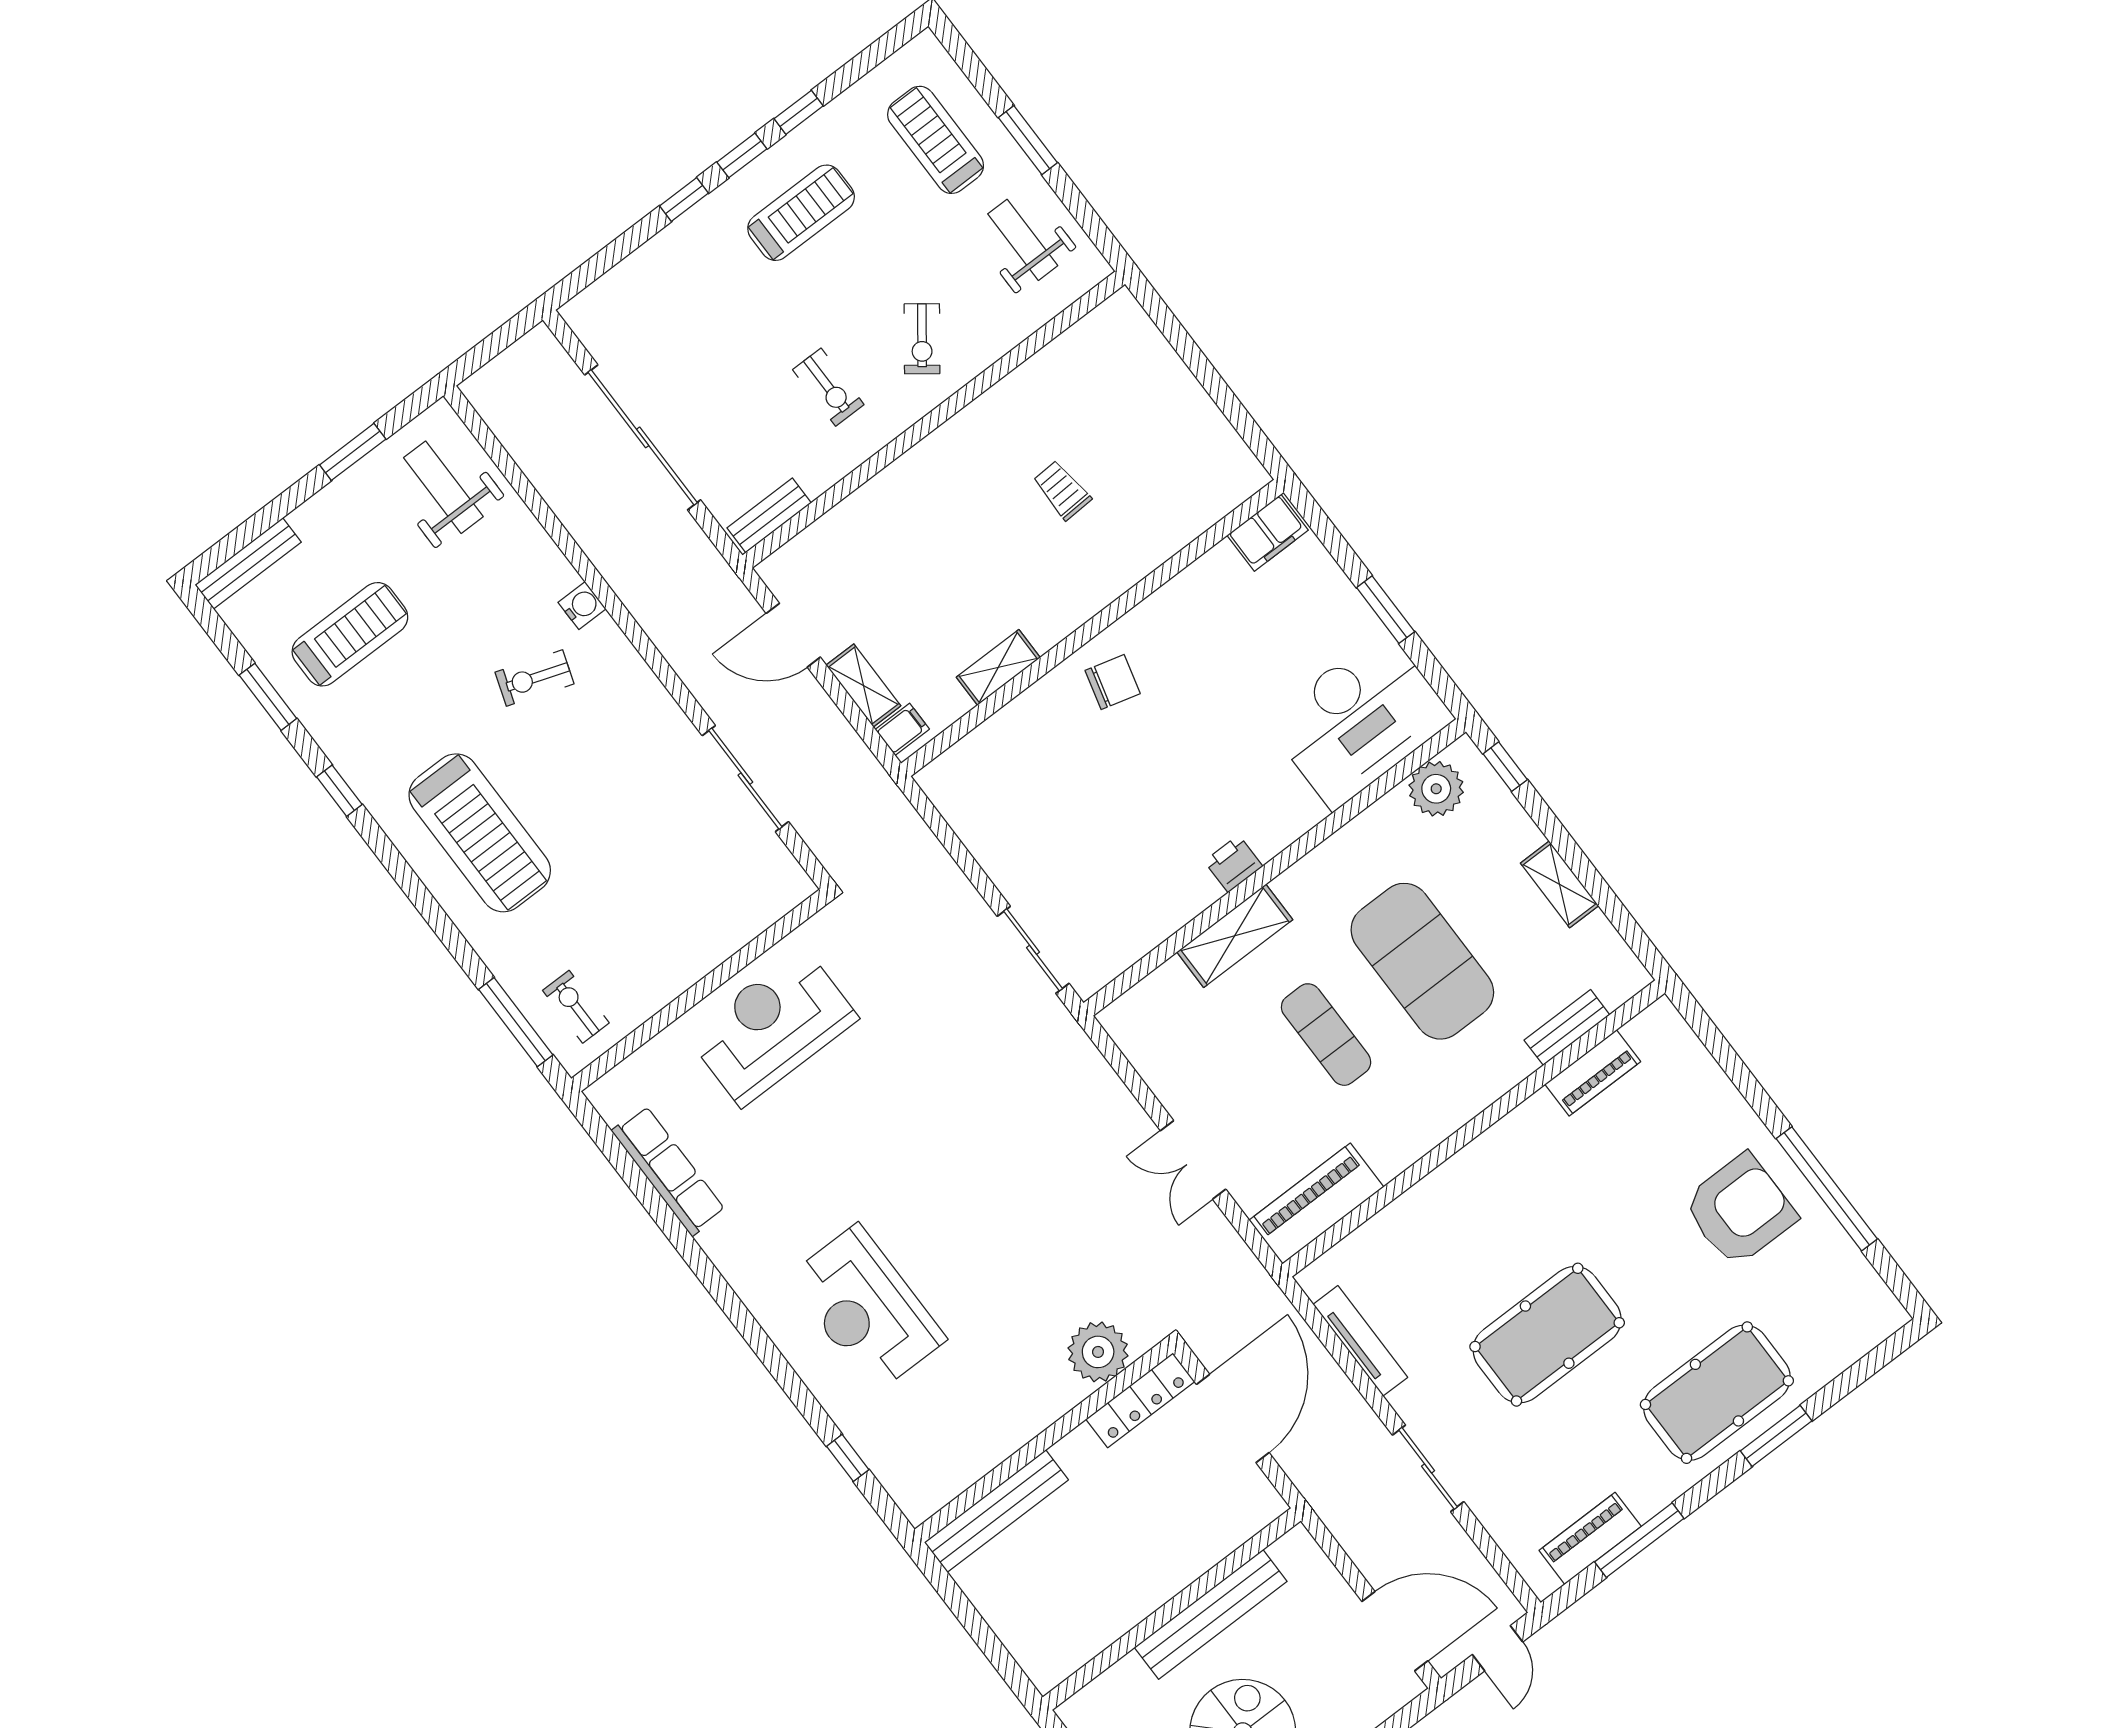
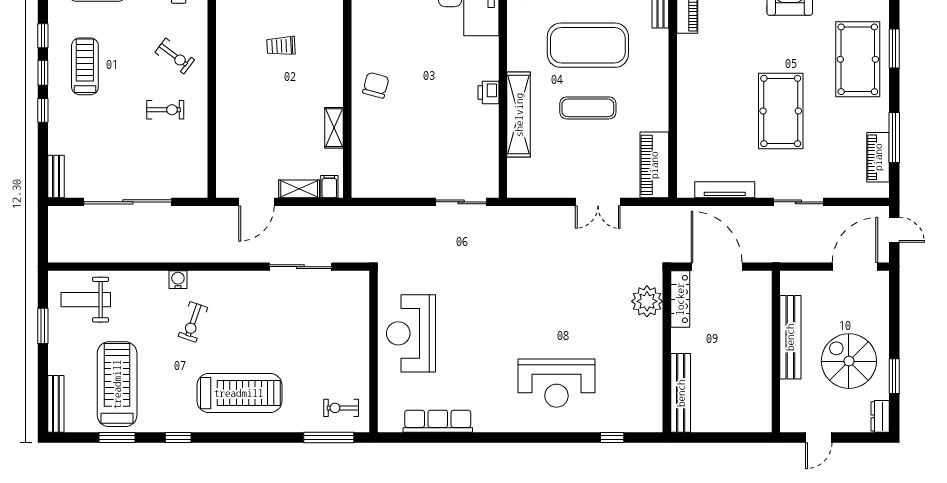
bench: (769, 515) -> (56, 177), moved
treadmill: (350, 634) -> (117, 384), width x1.37, depth x1.38
shelving: (1235, 936) -> (519, 115), width x1.47

